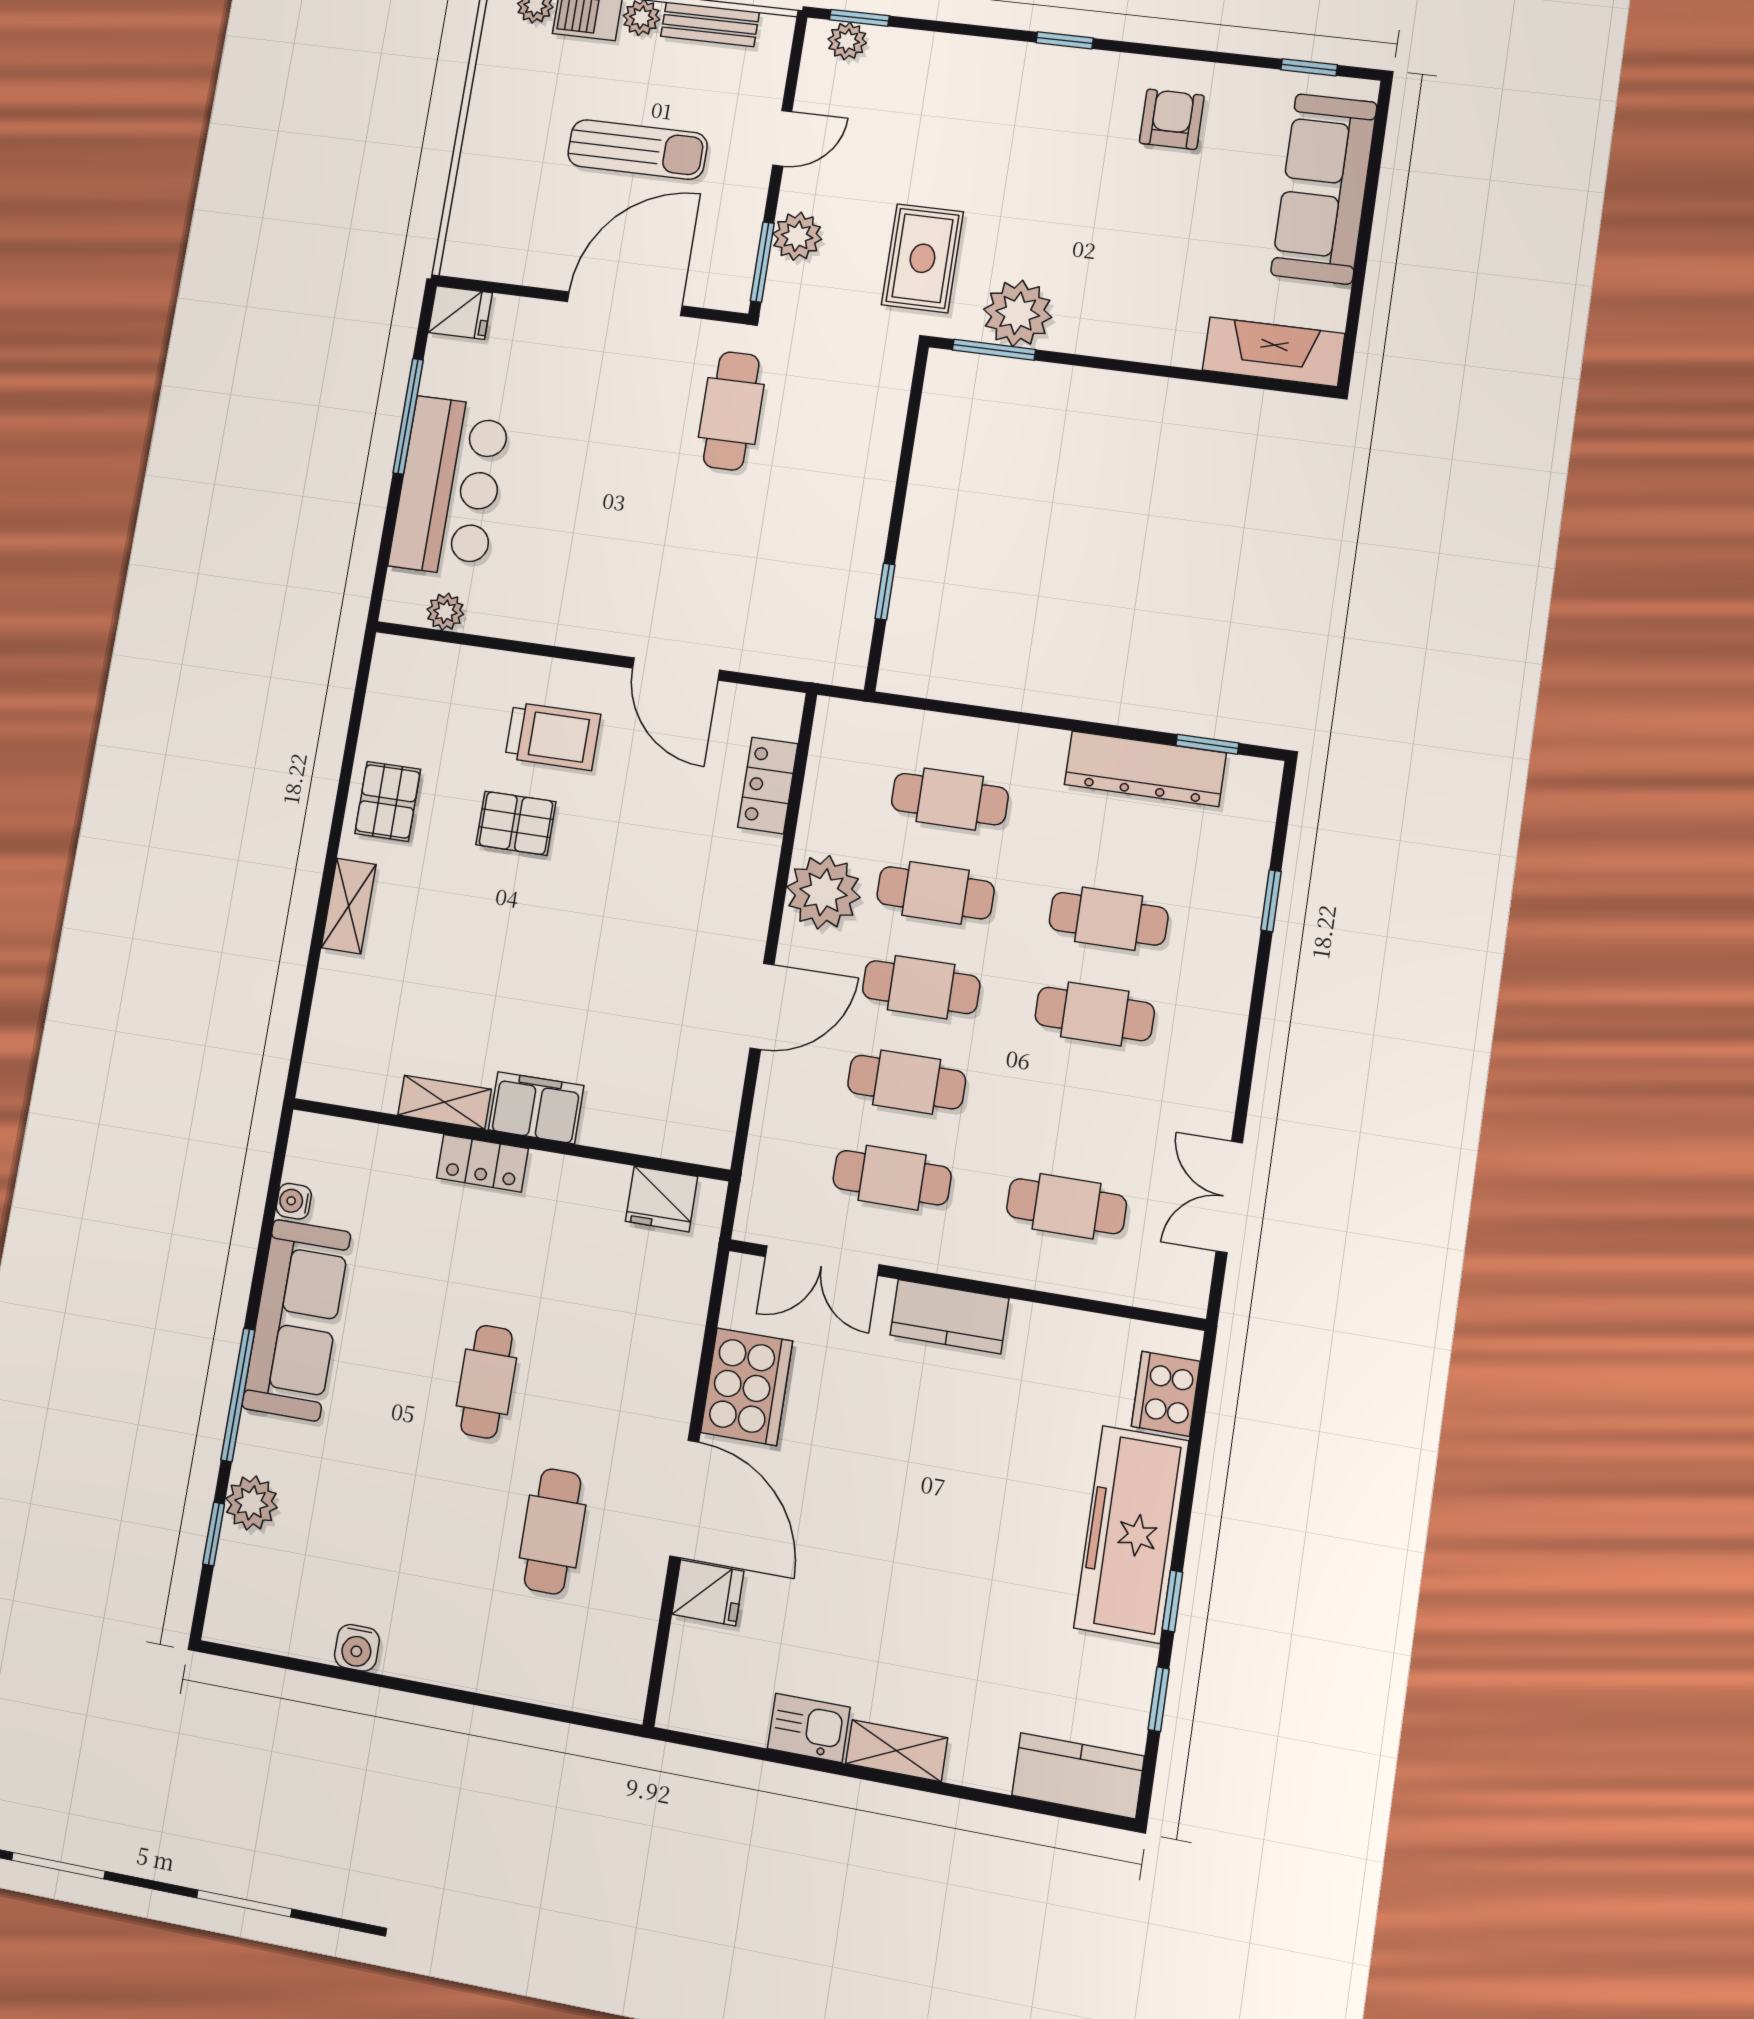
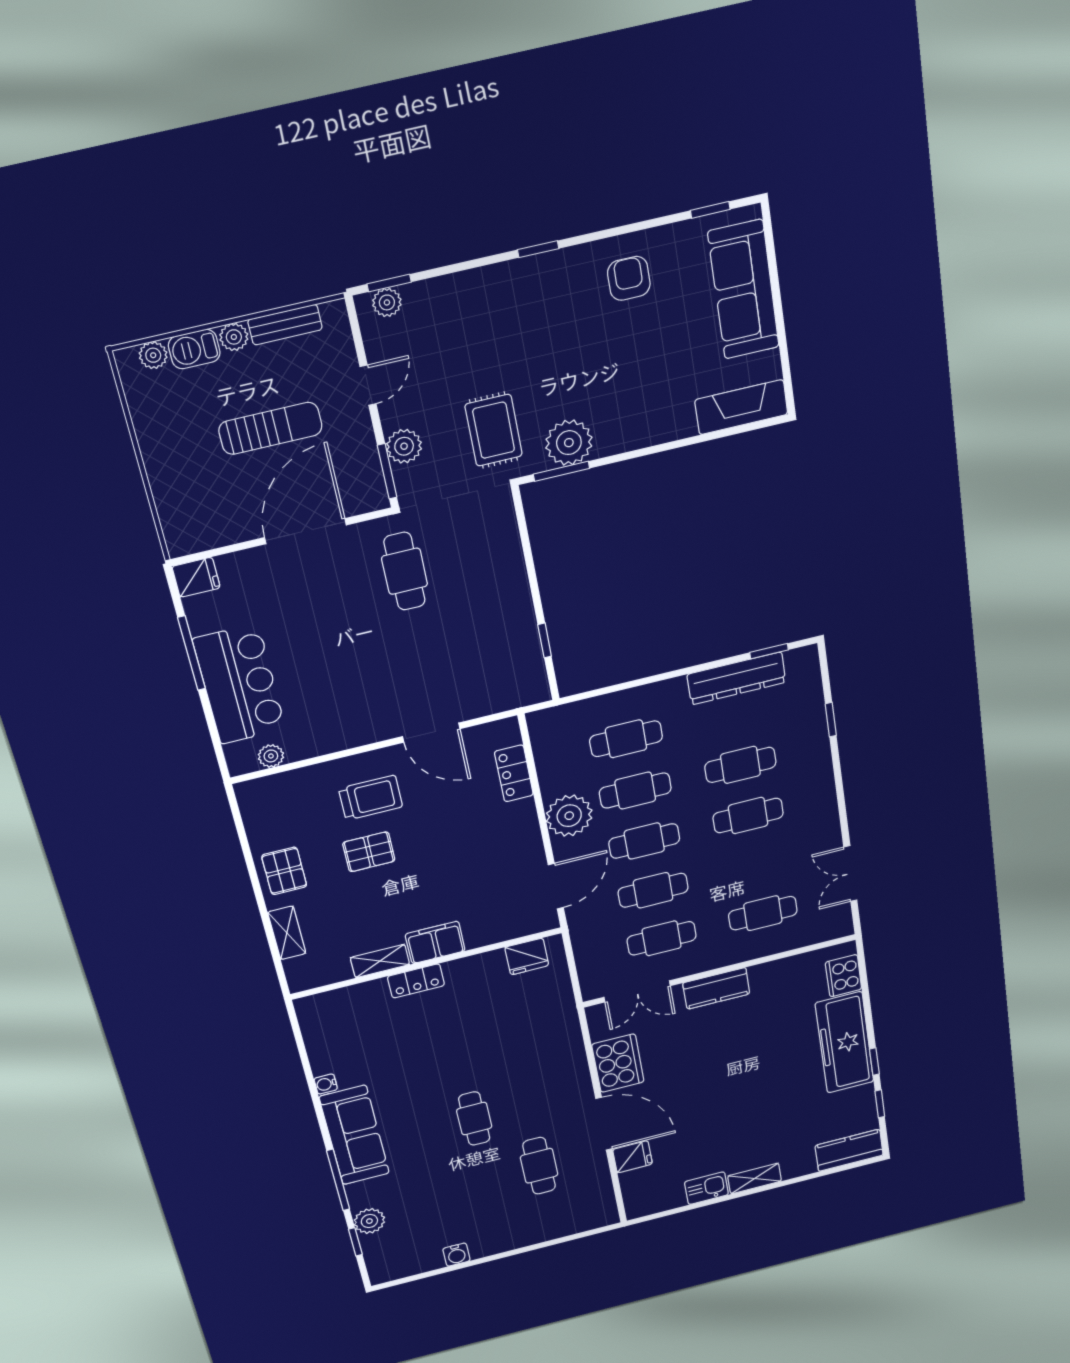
shelving: (445, 1102) -> (380, 961), moved
filing cabinet: (536, 1108) -> (435, 942), moved
wall: (510, 1139) -> (427, 963), moved
locker: (482, 1163) -> (416, 981), moved
fridge: (662, 1199) -> (527, 956), moved

